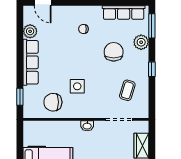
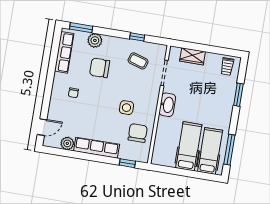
window: (152, 69) -> (137, 37), moved
chair: (53, 102) -> (138, 133), turned 180
washbasin: (87, 126) -> (167, 105), width x1.91, depth x1.45

